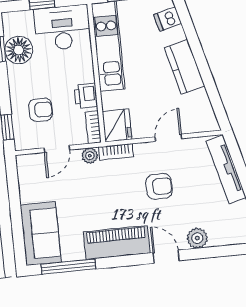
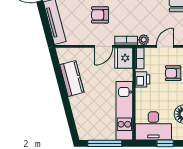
dishwasher: (168, 19) -> (83, 125), removed
kitchen counter: (185, 67) -> (72, 78), moved
door: (168, 138) -> (104, 46), moved

